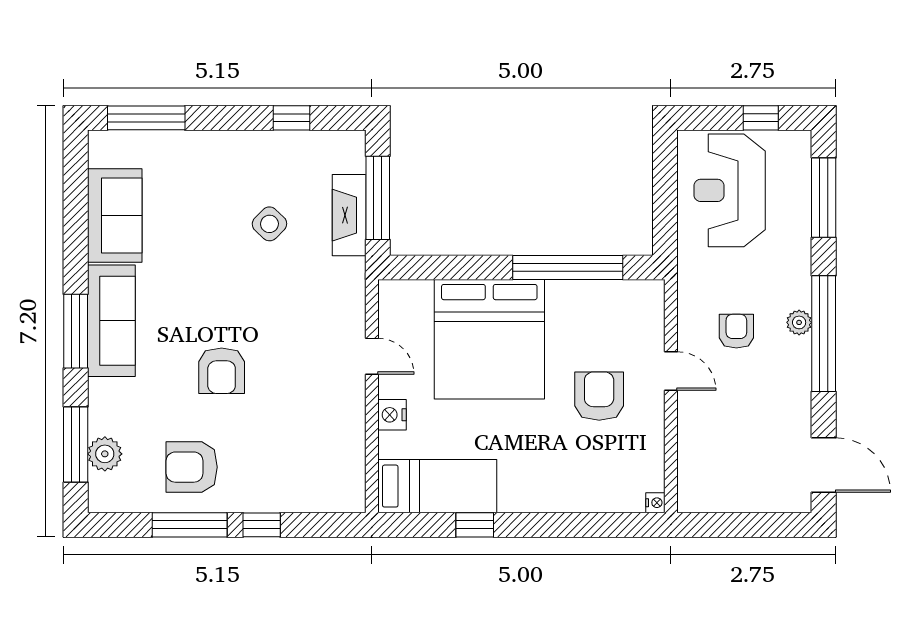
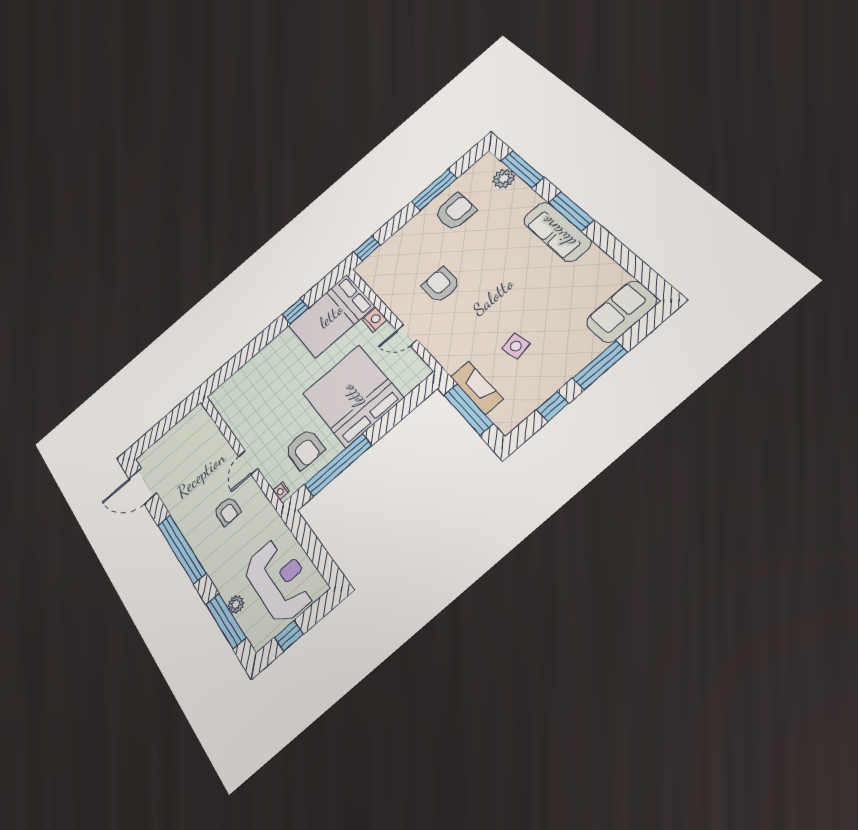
window: (146, 118) -> (600, 365), moved
sofa: (115, 216) -> (621, 312), moved, turned 90
side table: (269, 224) -> (516, 346), turned 36
plant: (799, 322) -> (236, 604), moved
armchair: (222, 371) -> (441, 285), moved
door: (671, 371) -> (248, 463), hinge flipped
armchair: (599, 396) -> (305, 449), moved
bed: (437, 486) -> (331, 316), width x1.50
nightstand: (655, 503) -> (281, 491), moved
window: (262, 525) -> (367, 249), moved

